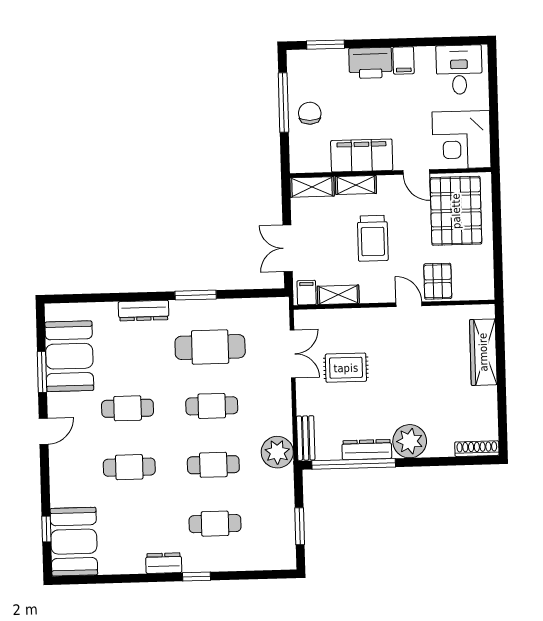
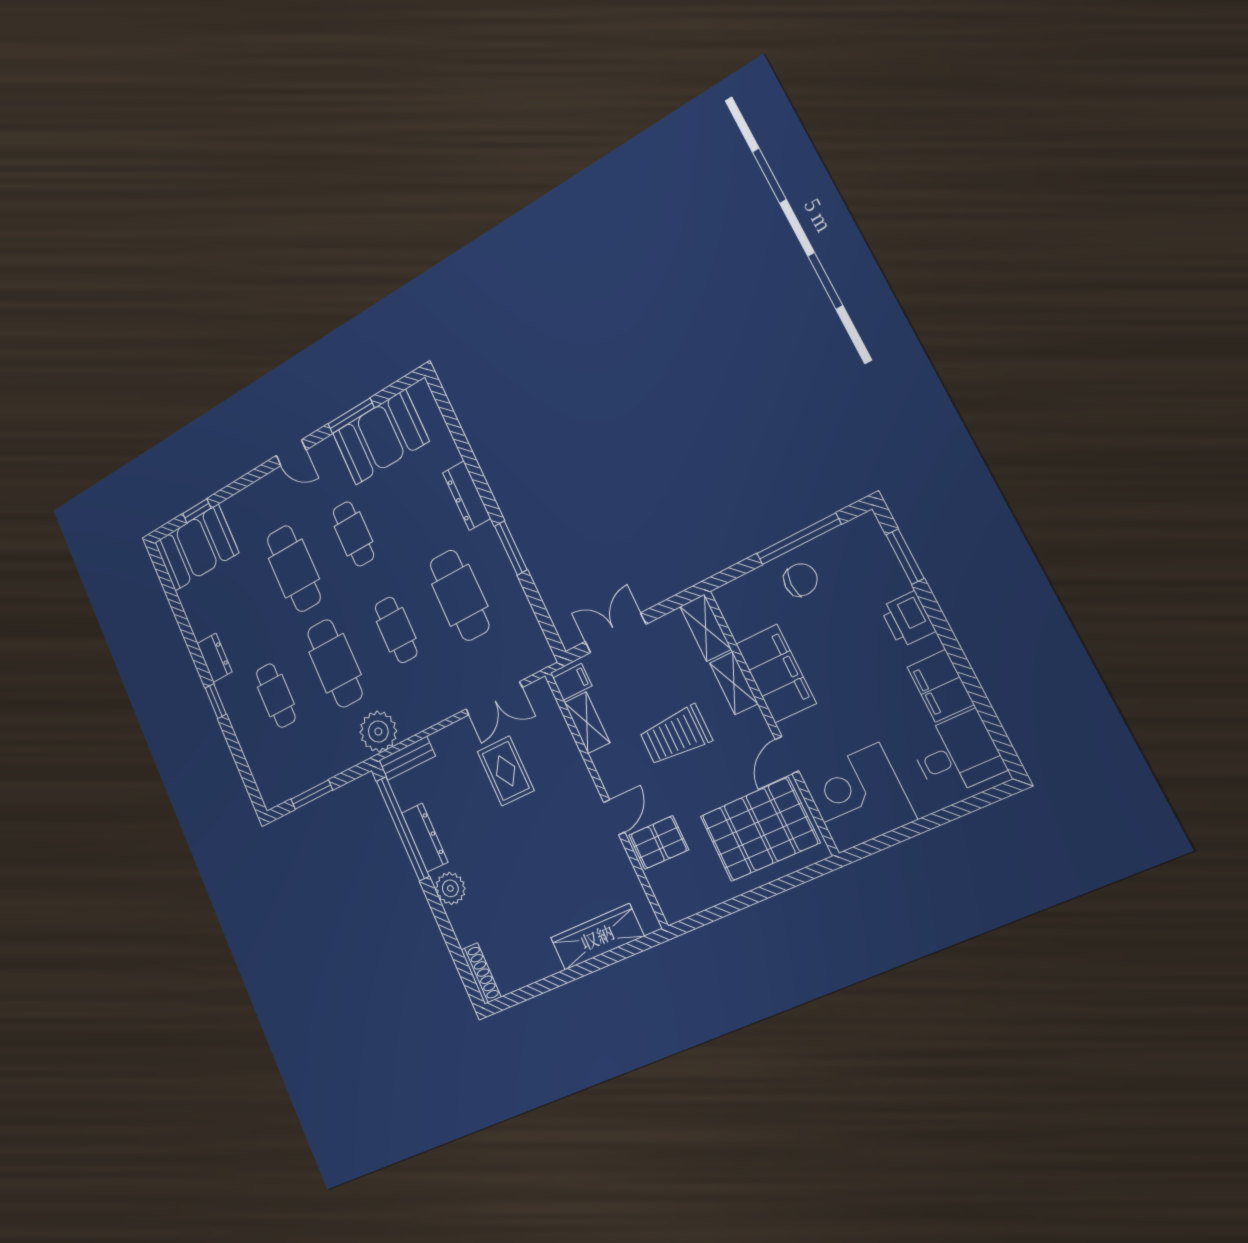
filing cabinet: (403, 60) -> (941, 686), width x2.00
printer: (370, 63) -> (908, 619), width x0.73, depth x0.84
plant: (410, 441) -> (450, 888), width x0.73, depth x0.73
cafe table: (213, 465) -> (335, 663), width x1.37, depth x1.35
cafe table: (129, 467) -> (294, 569), width x1.37, depth x1.35

